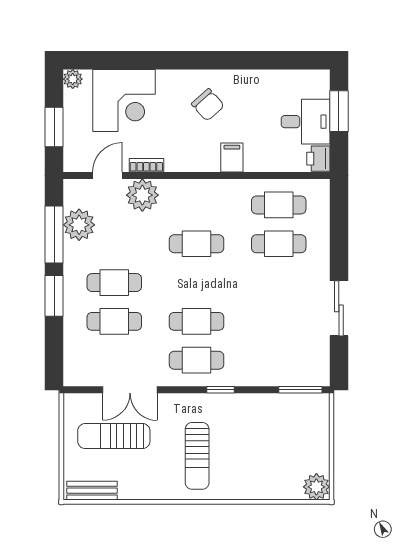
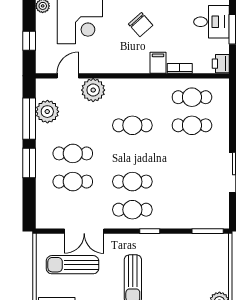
desk: (306, 122) -> (211, 22), moved
window: (54, 127) -> (29, 41), width x0.67
bookcase: (146, 165) -> (180, 68), moved

